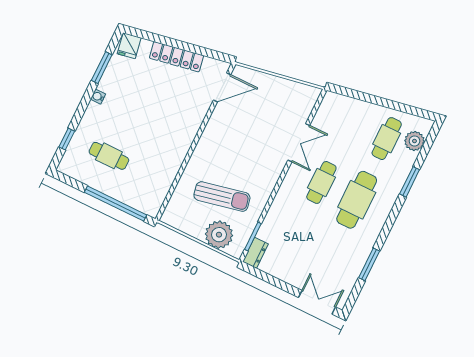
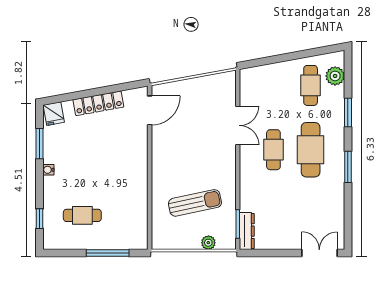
window: (116, 204) -> (108, 253), width x0.68
plant: (219, 235) -> (208, 243), width x0.53, depth x0.53
dresser: (255, 253) -> (247, 231), width x1.44
window: (369, 264) -> (348, 167), moved

